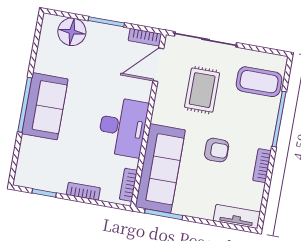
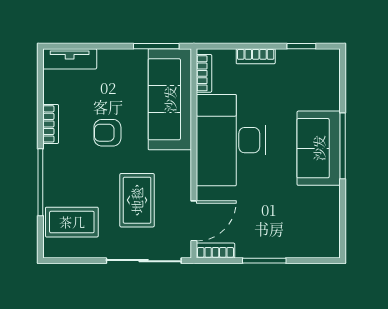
floor lamp: (72, 32) -> (303, 242), removed
desk: (123, 127) -> (231, 140), width x1.36, depth x1.30

